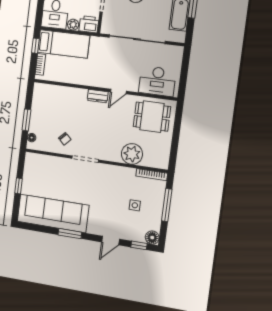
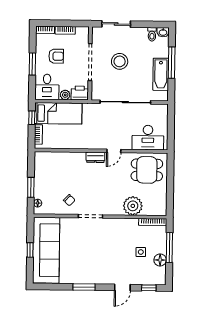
sofa: (53, 213) -> (46, 250), moved, turned 90
floor lamp: (152, 238) -> (160, 260), moved

